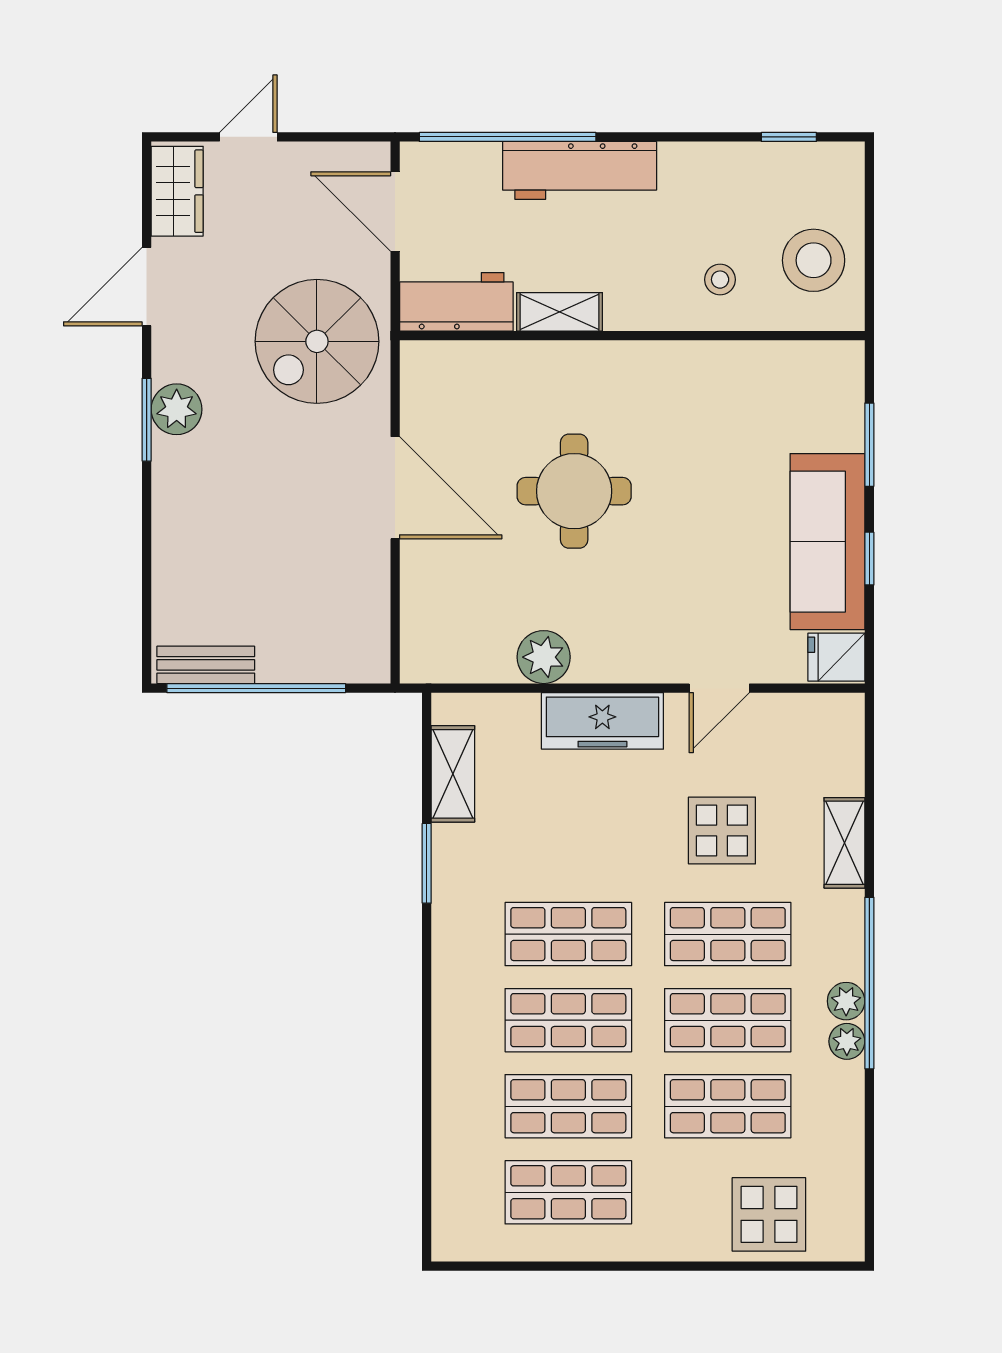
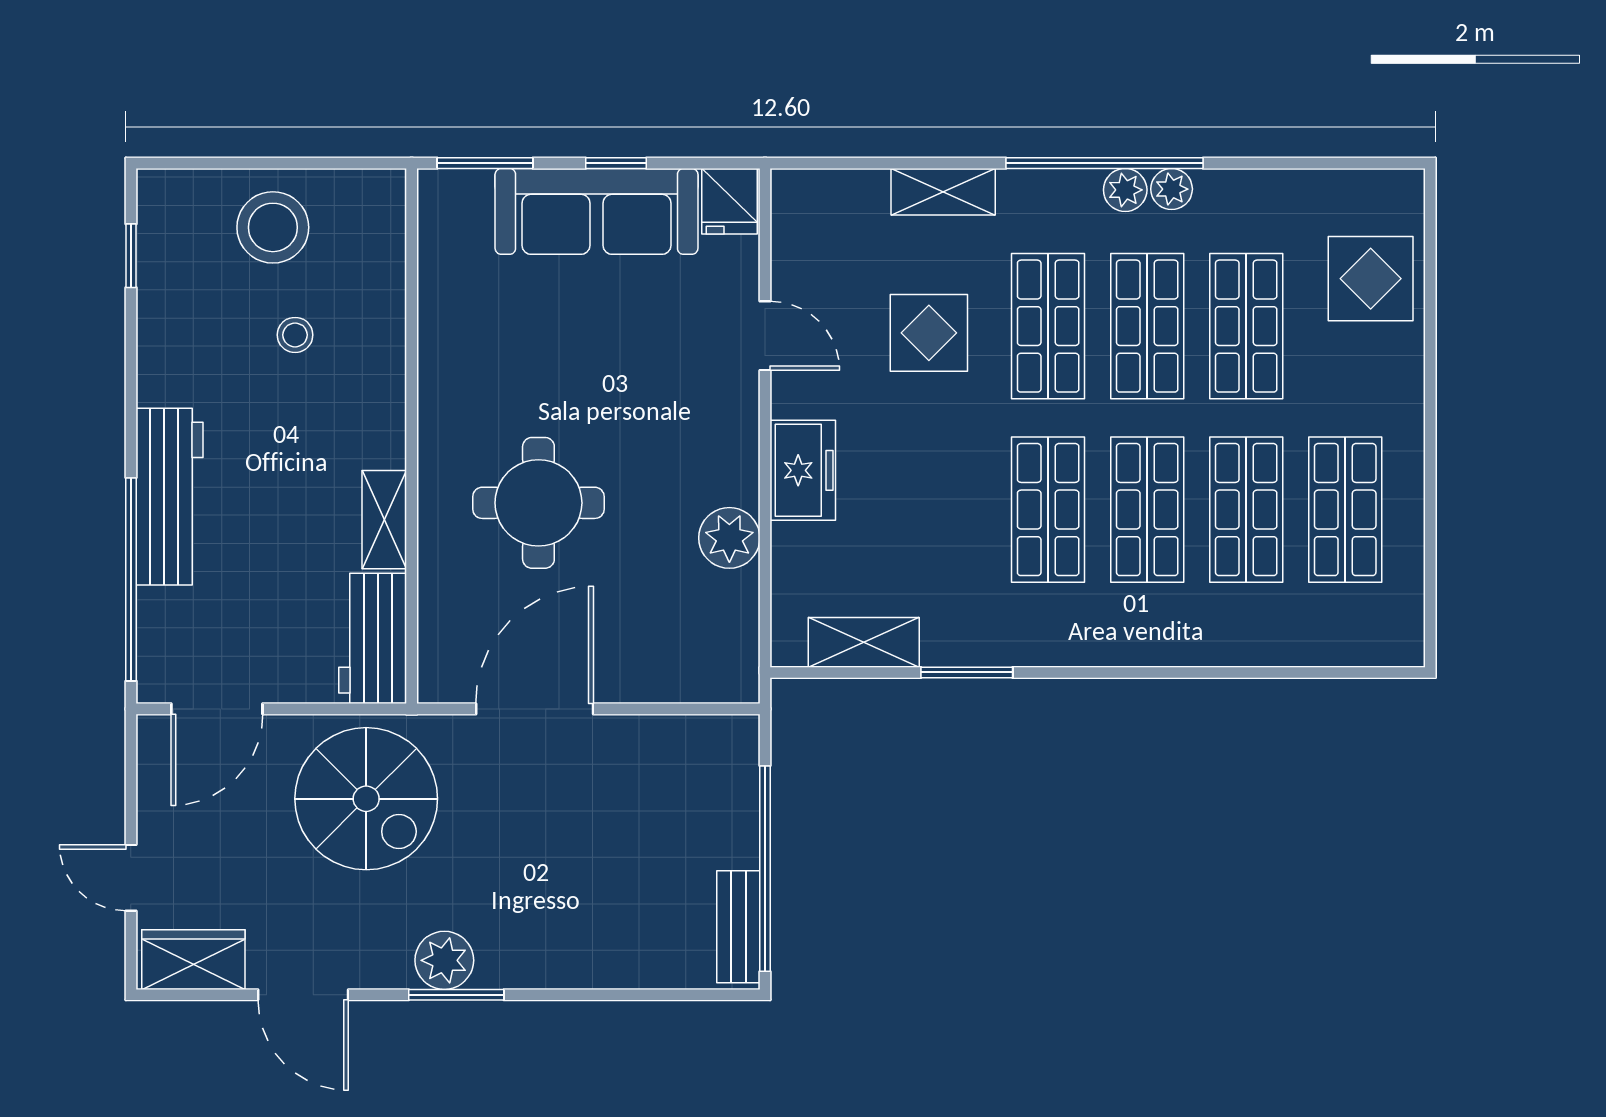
workbench: (456, 302) -> (373, 638), moved
shelving: (560, 312) -> (384, 520), moved
wall: (632, 336) -> (412, 436), moved
freezer: (602, 721) -> (803, 470), width x0.71

